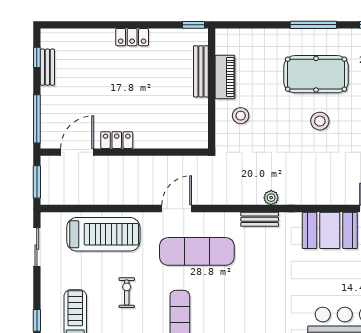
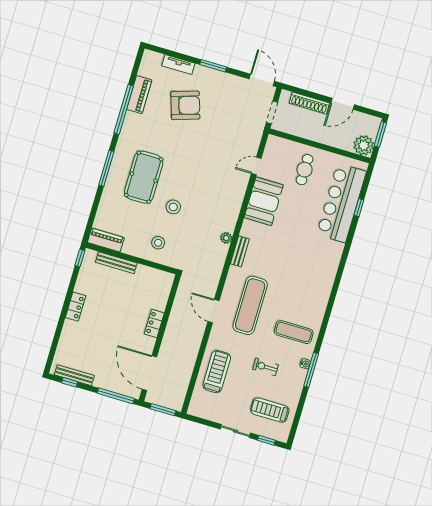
bench: (47, 67) -> (74, 375), width x1.36
piano: (225, 77) -> (106, 240), moved
stool: (320, 121) -> (173, 207), moved
locker: (117, 140) -> (154, 323), moved
door: (77, 152) -> (149, 373), width x1.36
treadmill: (103, 234) -> (217, 372), width x0.73, depth x0.73
sliding door: (37, 247) -> (235, 431), moved

